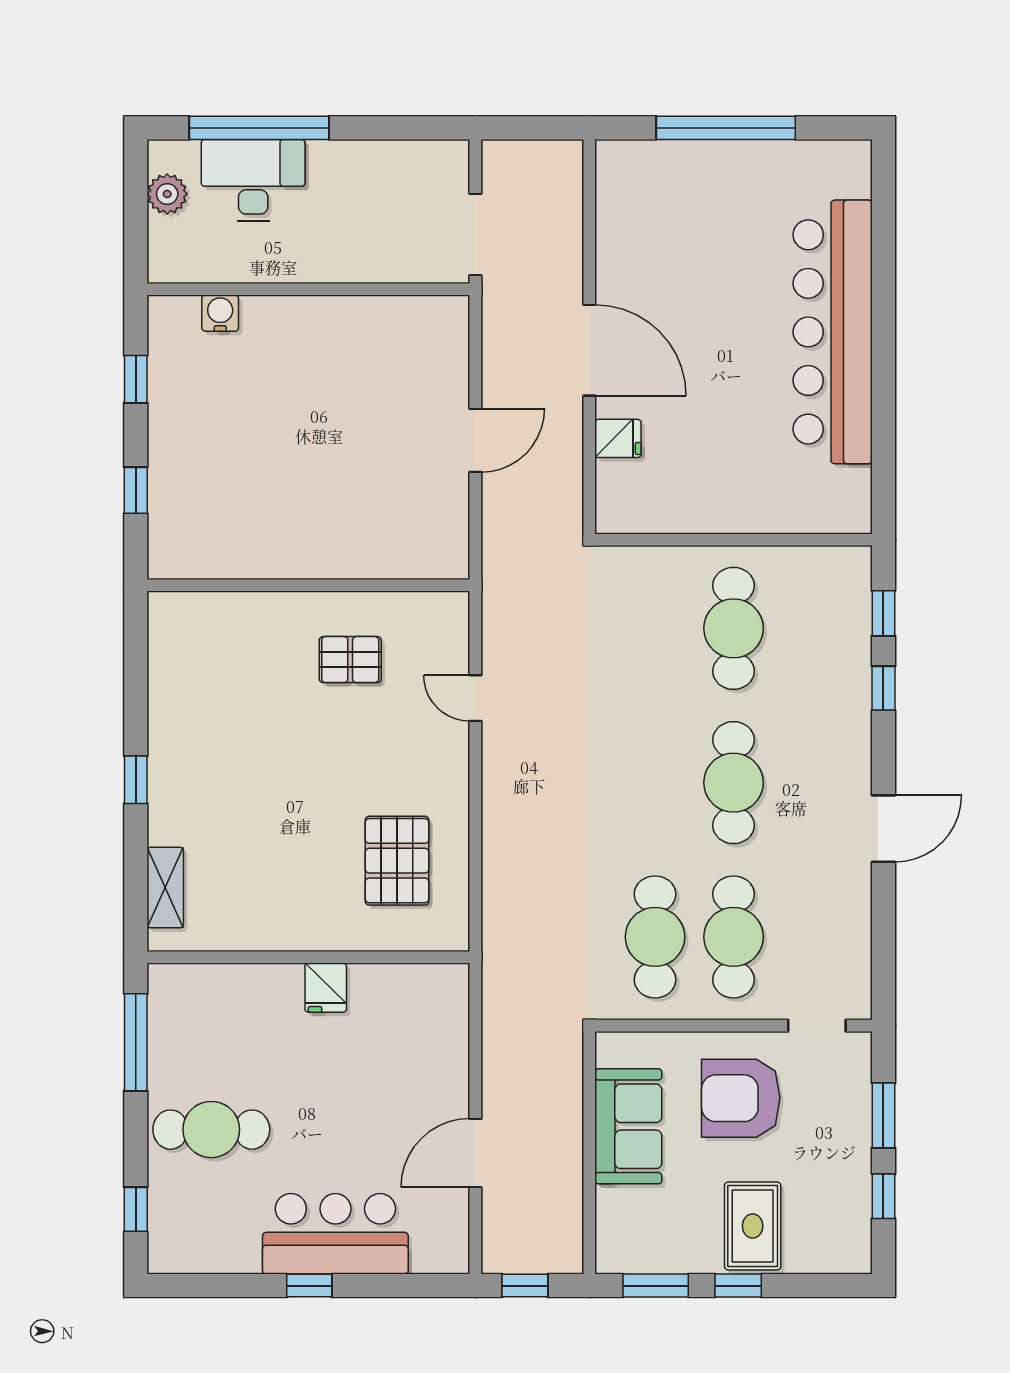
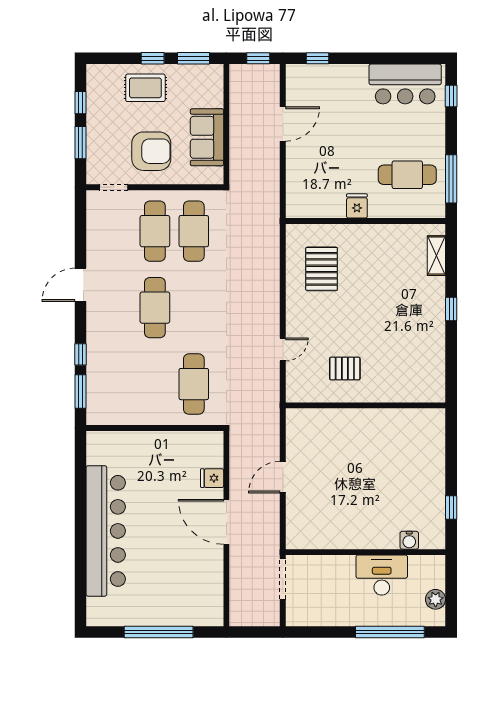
desk: (253, 180) -> (382, 575), moved, turned 180
window: (136, 490) -> (451, 452), removed
window: (883, 613) -> (81, 391), width x1.50
cafe table: (734, 628) -> (194, 384), moved
door: (475, 698) -> (283, 349), hinge flipped
cafe table: (211, 1130) -> (407, 175), moved
rug: (753, 1226) -> (145, 88), turned 90
bar counter: (335, 1234) -> (405, 84), moved
window: (309, 1286) -> (317, 58), moved

